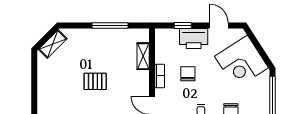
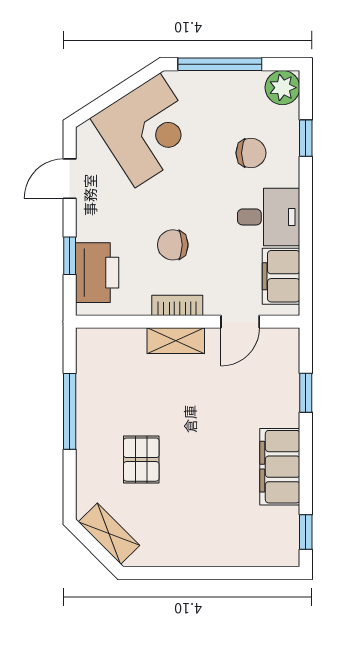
printer: (194, 38) -> (97, 273), moved
shelving: (143, 56) -> (176, 341), moved
pallet: (95, 81) -> (141, 460), moved

